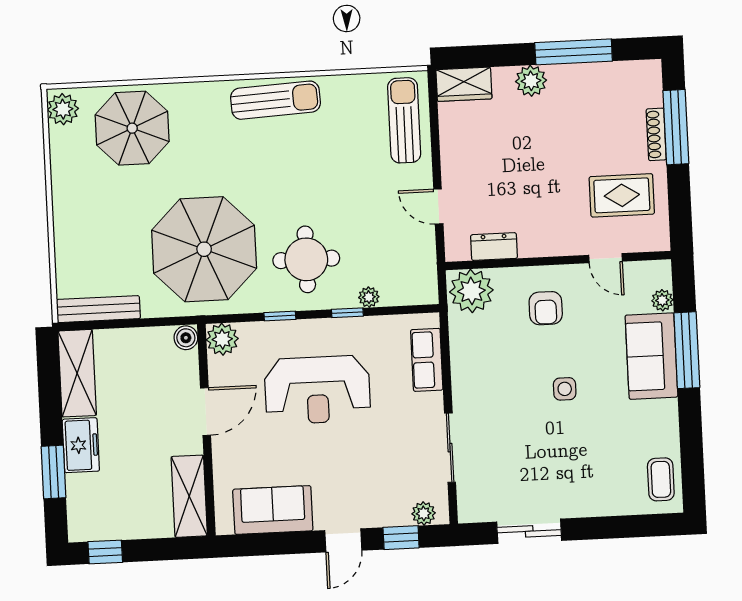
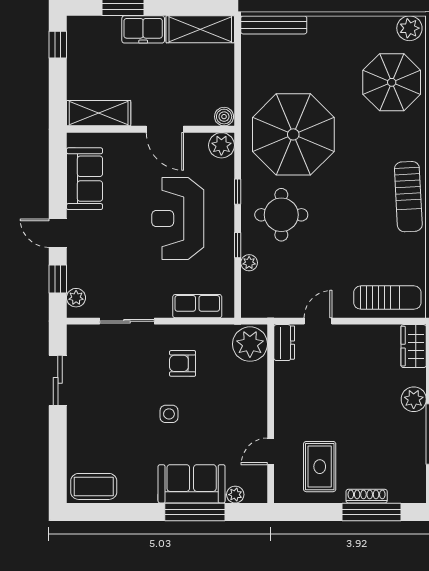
dresser: (494, 247) -> (284, 343), moved
armchair: (546, 308) -> (183, 363), moved
bench: (98, 309) -> (274, 25), moved, turned 90
coffee table: (661, 479) -> (94, 486), width x1.36, depth x1.30

